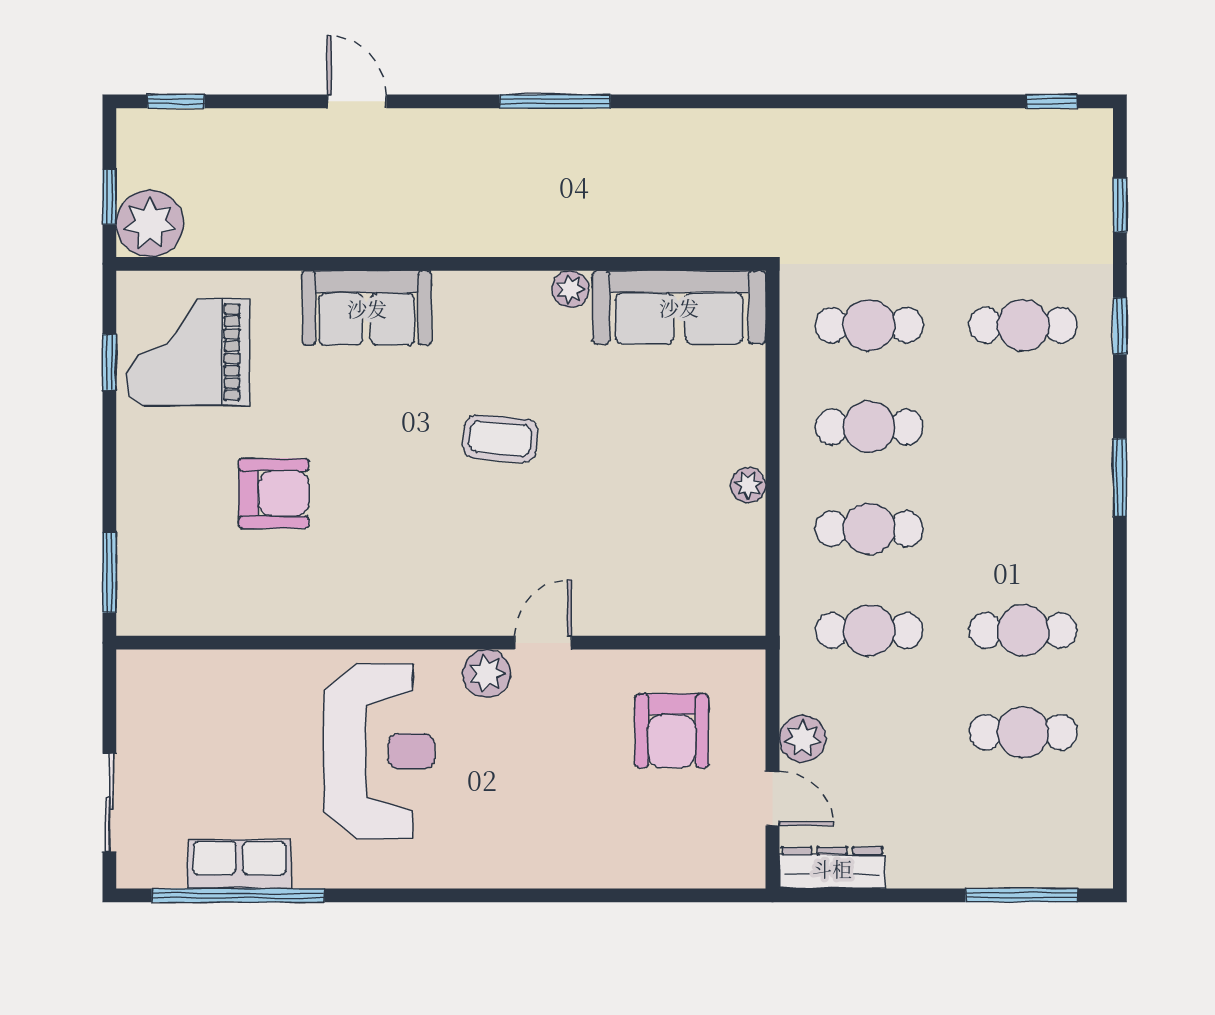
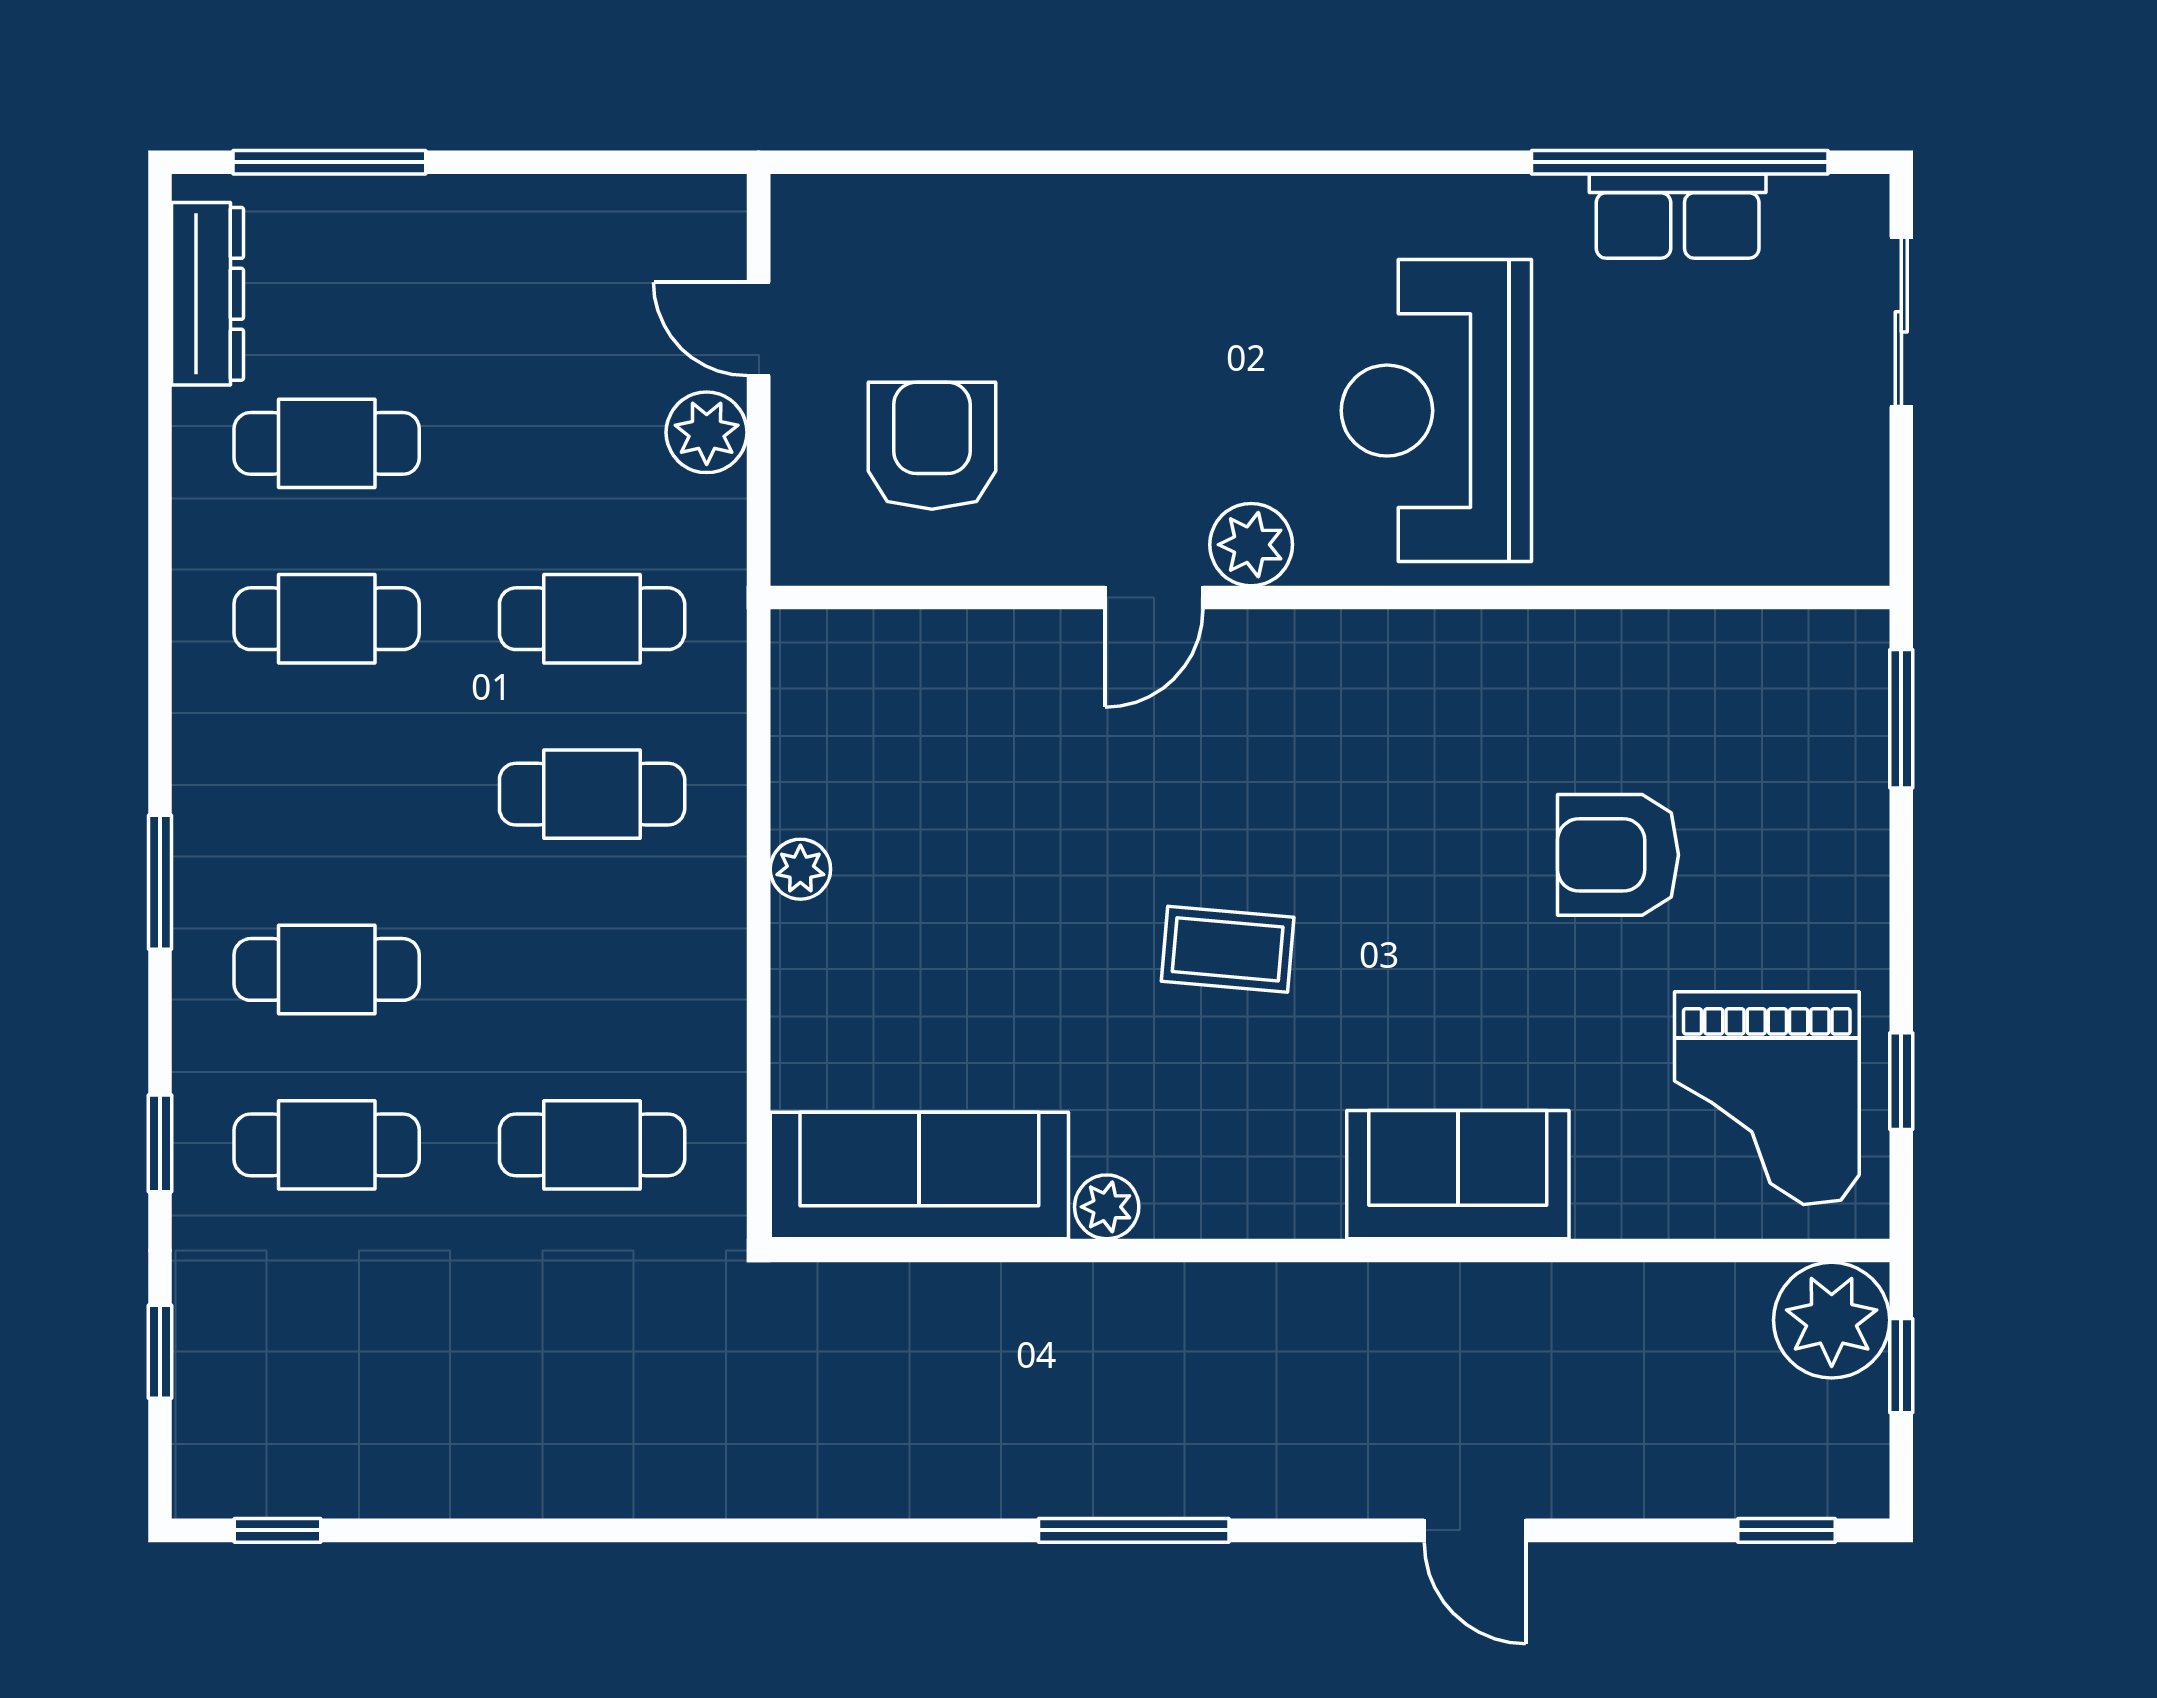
grand piano: (187, 352) -> (1767, 1098), turned 90
cafe table: (869, 427) -> (327, 969), moved
dresser: (832, 868) -> (208, 294), moved, turned -90

